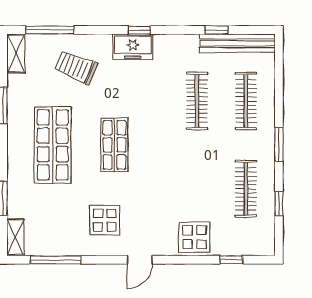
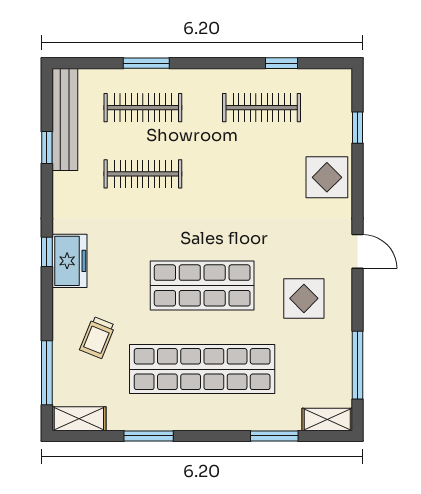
trolley: (76, 67) -> (97, 337), width x0.73, depth x0.72
window: (279, 144) -> (146, 63), moved
shop shelf: (53, 145) -> (202, 369), width x1.40
shop shelf: (114, 145) -> (202, 285), width x1.43, depth x1.36

